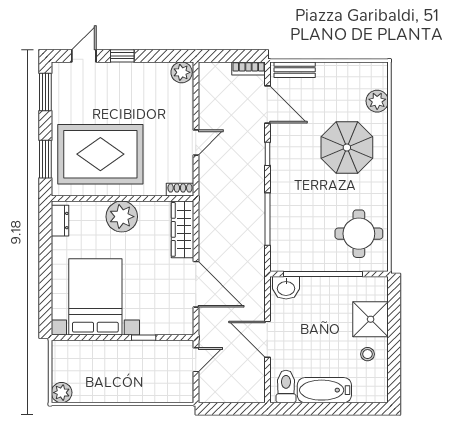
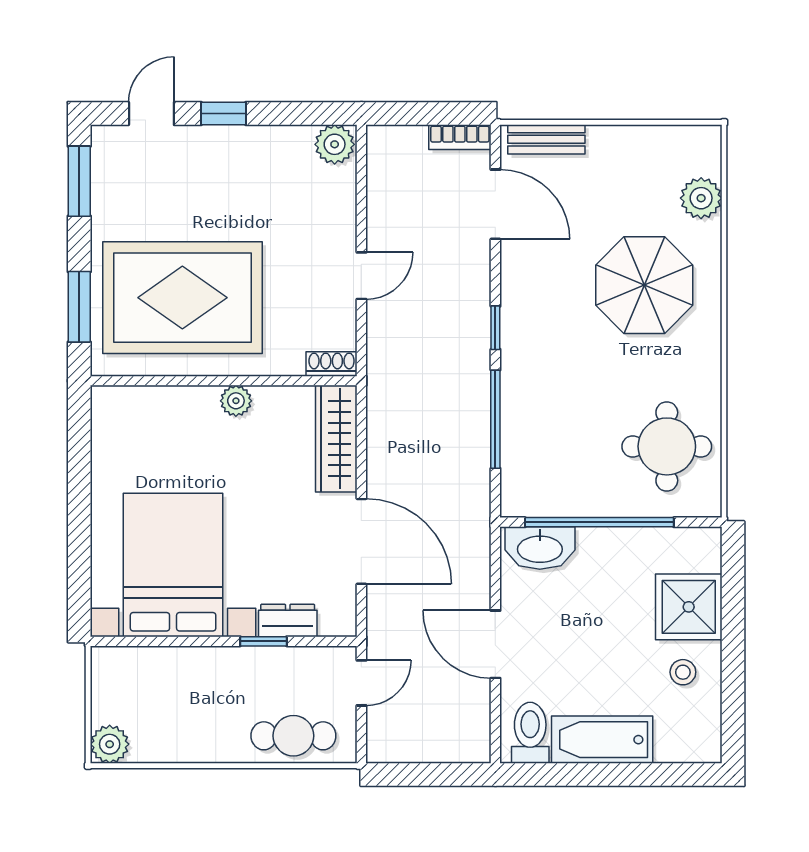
window: (267, 154) -> (495, 328), moved
plant: (122, 217) -> (236, 401), width x0.53, depth x0.53
dresser: (60, 221) -> (288, 620), moved, turned -90
washbasin: (286, 288) -> (540, 548), width x1.38
cafe table: (160, 388) -> (293, 736), added

